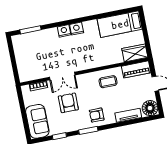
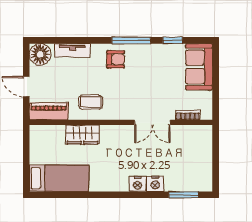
nightstand: (77, 29) -> (155, 184), moved
wardrobe: (135, 53) -> (82, 134), moved
double door: (62, 76) -> (152, 122), swing flipped
armchair: (68, 103) -> (151, 84), removed
window: (88, 130) -> (131, 40), width x1.44

